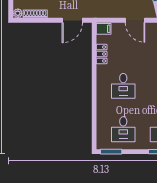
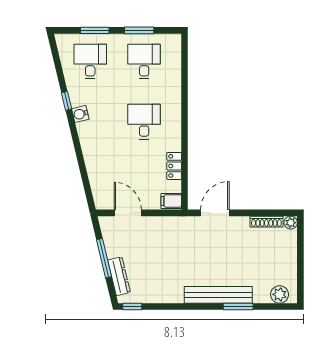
window: (111, 152) -> (139, 30), moved

